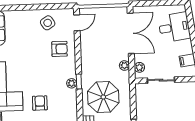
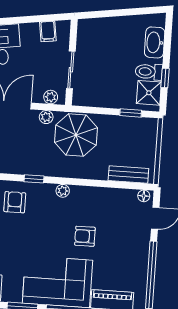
window: (79, 82) -> (34, 179), moved
parasol: (103, 97) -> (76, 135), moved

